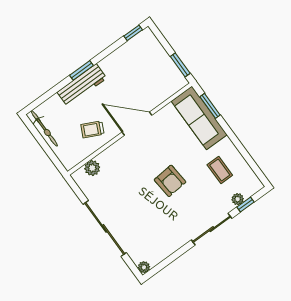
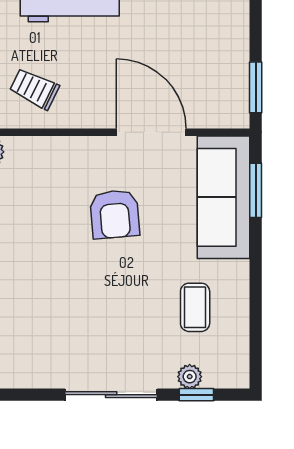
door: (137, 124) -> (151, 132), moved
armchair: (170, 181) -> (115, 214), moved

